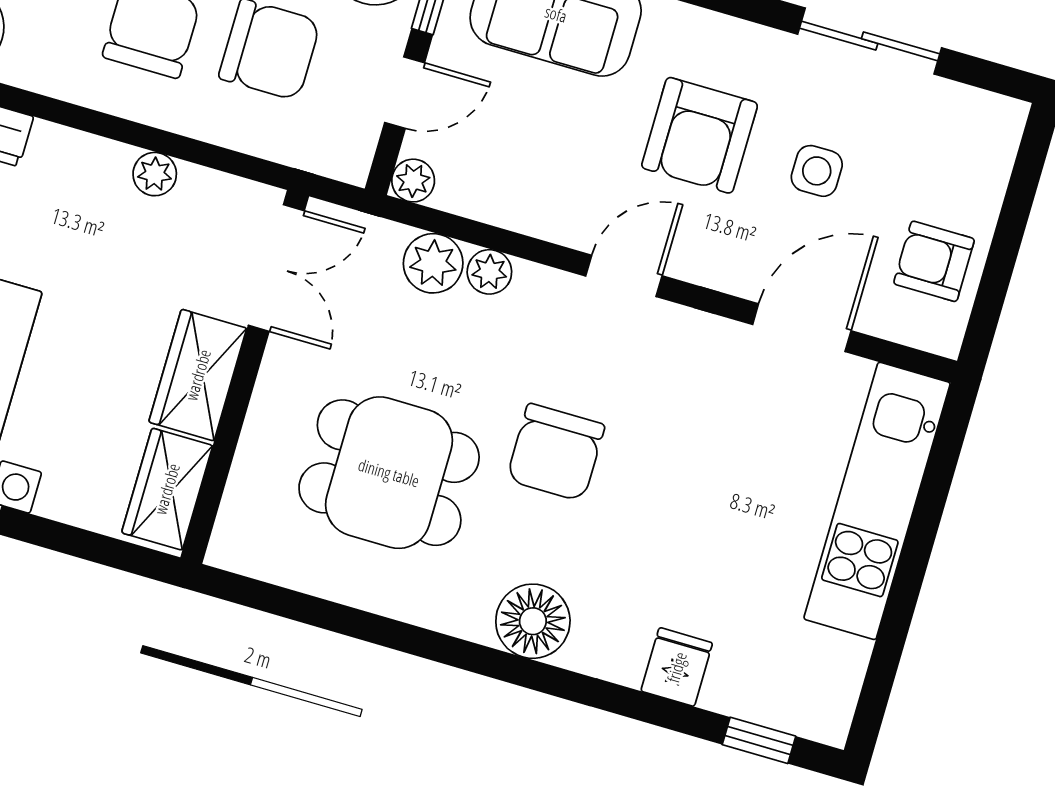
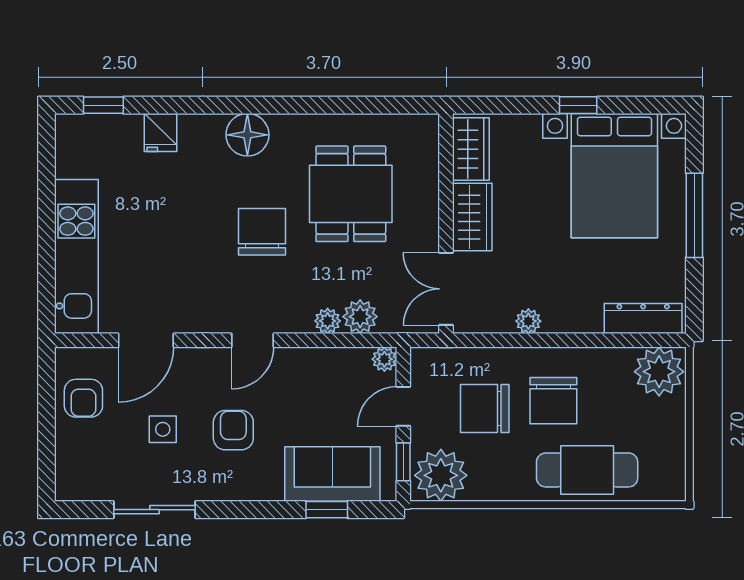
armchair: (700, 135) -> (233, 430), width x0.72, depth x0.72
armchair: (934, 261) -> (83, 398), turned 90
dining table: (389, 473) -> (351, 194), turned 90

